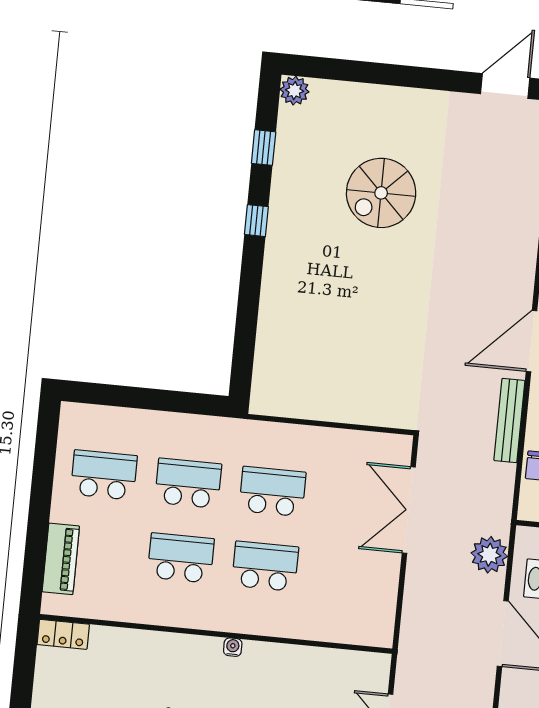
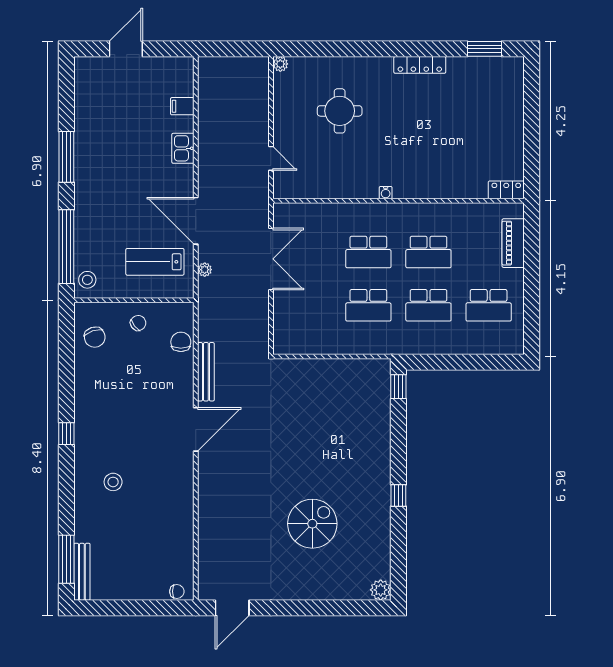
window: (264, 148) -> (398, 387), moved
double door: (409, 510) -> (271, 259), moved
plant: (489, 555) -> (205, 270), width x0.53, depth x0.53

